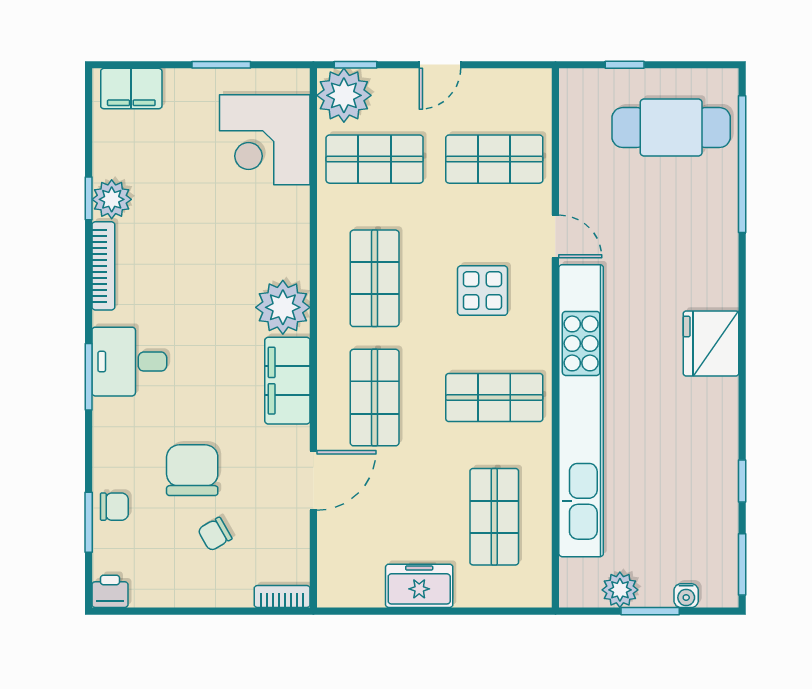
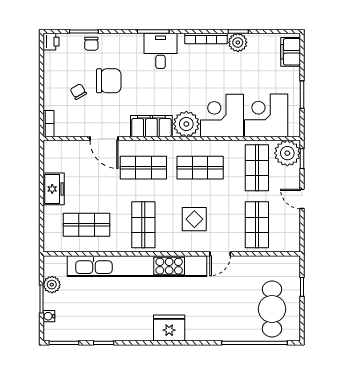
corner desk: (265, 233) -> (222, 116), added

